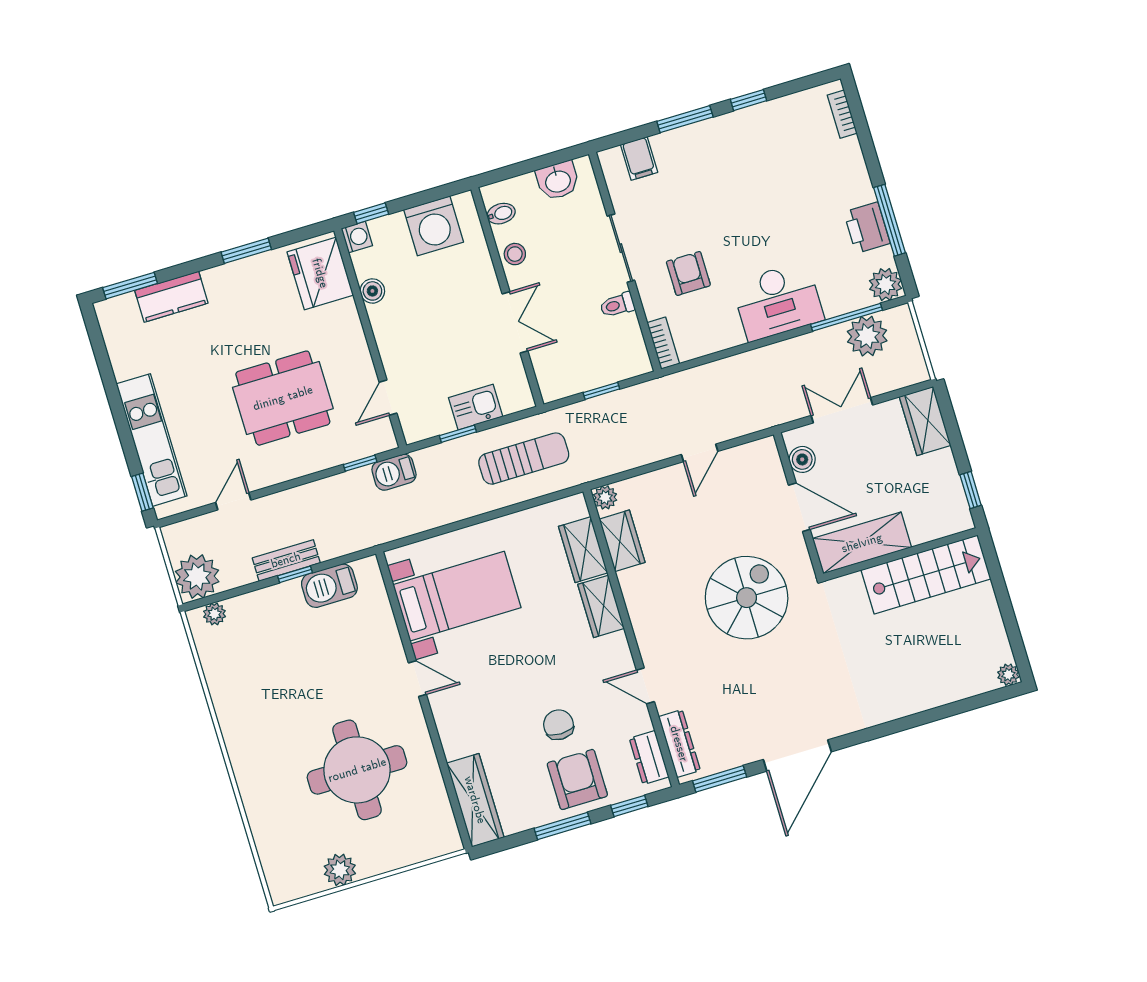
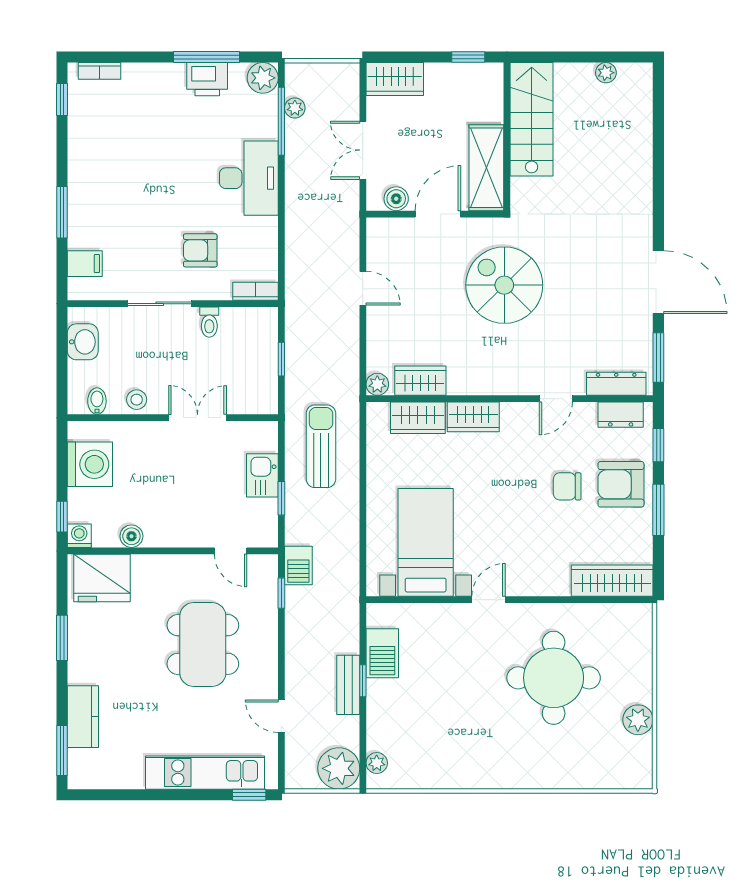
window: (749, 100) -> (62, 100), moved
plant: (867, 336) -> (295, 108), width x0.53, depth x0.53
plant: (1008, 675) -> (606, 73), moved

